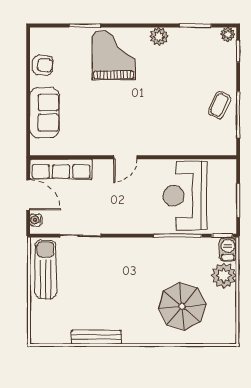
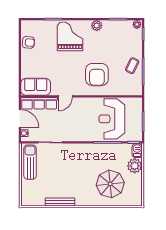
sofa: (44, 113) -> (36, 87), moved, turned -90
armchair: (159, 120) -> (97, 75), added
door: (125, 157) -> (65, 96), moved

